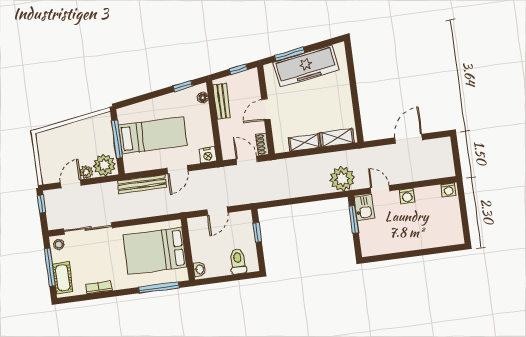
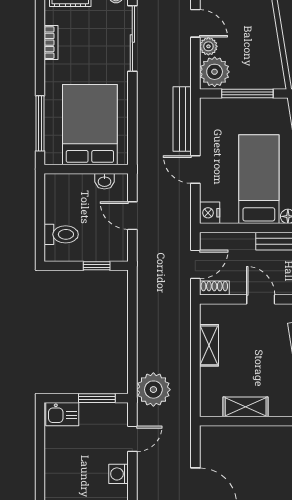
bed: (153, 135) -> (259, 179), moved, turned 180
shelving: (337, 138) -> (246, 407), moved, turned 90
kitchen sink: (364, 207) -> (62, 414), moved
washbasin: (199, 269) -> (104, 181), moved

